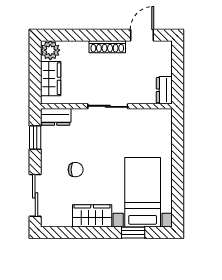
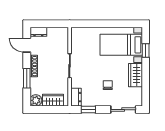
window: (87, 35) -> (27, 78), added
dresser: (164, 90) -> (38, 32), moved

